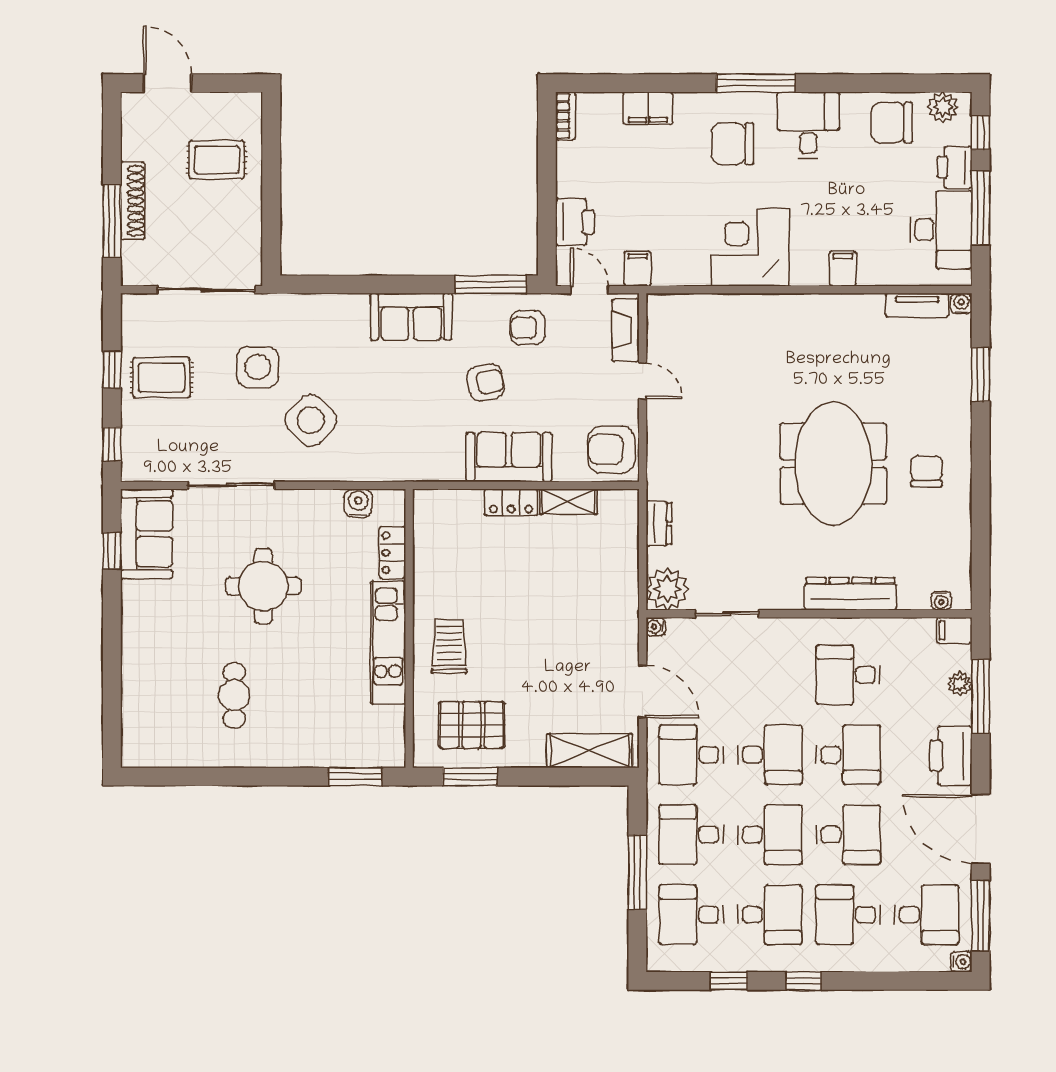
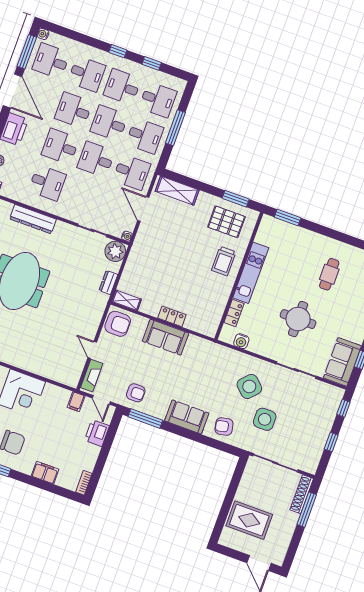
rug: (217, 160) -> (249, 520), width x1.36, depth x1.43
shoe rack: (133, 201) -> (302, 494), moved
rug: (162, 378) -> (310, 430), removed
armchair: (486, 382) -> (224, 427), moved
shelving: (568, 502) -> (127, 300), moved

